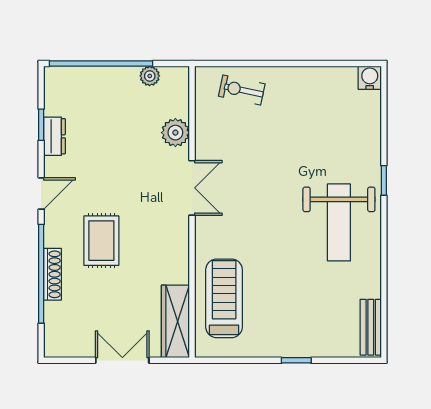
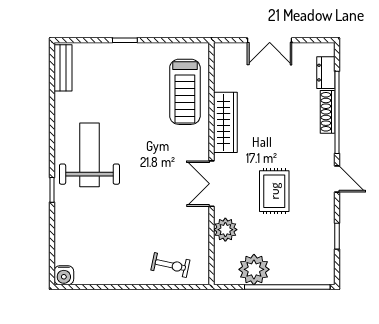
plant: (150, 76) -> (254, 269), width x1.87, depth x1.87
dresser: (54, 136) -> (326, 73), moved
door: (41, 194) -> (337, 179), swing flipped
rug: (101, 241) -> (274, 191), moved
wardrobe: (175, 321) -> (225, 122), moved

